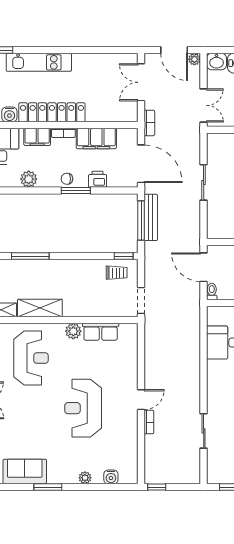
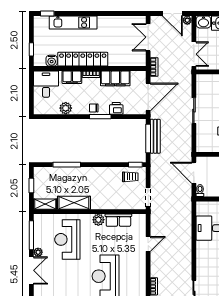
door: (141, 164) -> (148, 97), hinge flipped
reception desk: (31, 358) -> (67, 239), turned 180
door: (141, 400) -> (148, 244), moved

